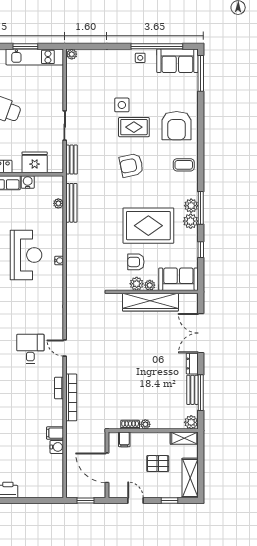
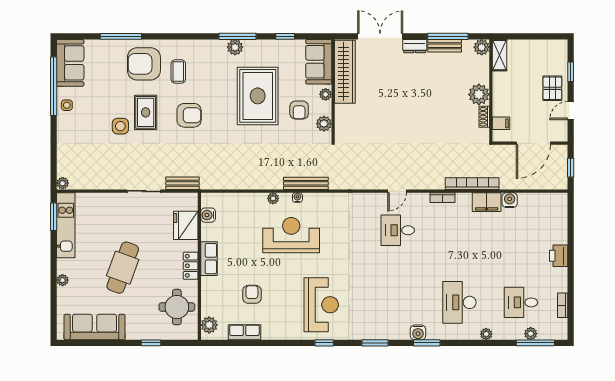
window: (25, 46) -> (54, 217), moved
window: (201, 73) -> (121, 36), moved
armchair: (177, 126) -> (144, 64), turned 180
armchair: (131, 165) -> (189, 115), turned -78
coffee table: (184, 165) -> (178, 71), moved
water cooler: (28, 182) -> (208, 215), moved
plant: (58, 203) -> (273, 198), moved
bench: (71, 203) -> (306, 183), moved
plant: (191, 221) -> (253, 48), removed
plant: (137, 284) -> (324, 124), moved
wardrobe: (150, 302) -> (345, 72), moved
double door: (201, 333) -> (380, 36), swing flipped
bookcase: (71, 397) -> (472, 184), moved
plant: (145, 424) -> (479, 94), width x1.88, depth x1.88
filing cabinet: (55, 433) -> (487, 202), width x2.00
pallet: (158, 464) -> (552, 88), moved
shelving: (190, 478) -> (545, 48), removed

